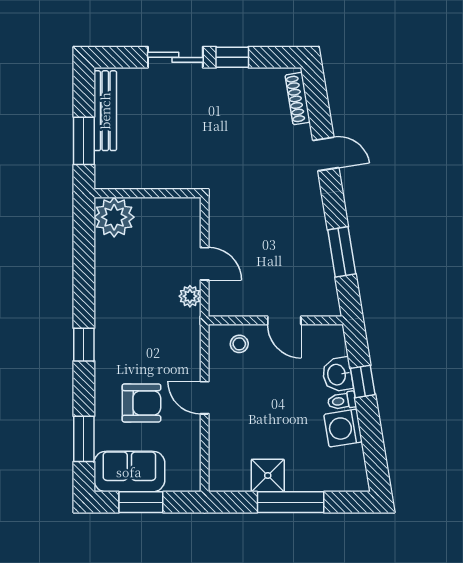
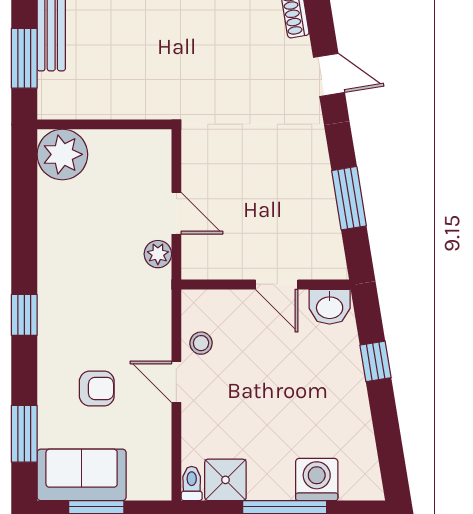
stool: (239, 344) -> (201, 343), moved
washbasin: (337, 375) -> (330, 307), moved, turned -81
toilet: (342, 401) -> (192, 483), moved, turned 99
armchair: (141, 403) -> (97, 389), width x0.72, depth x0.72
washing machine: (343, 428) -> (317, 479), moved, turned 99
shower: (268, 476) -> (225, 480), moved

